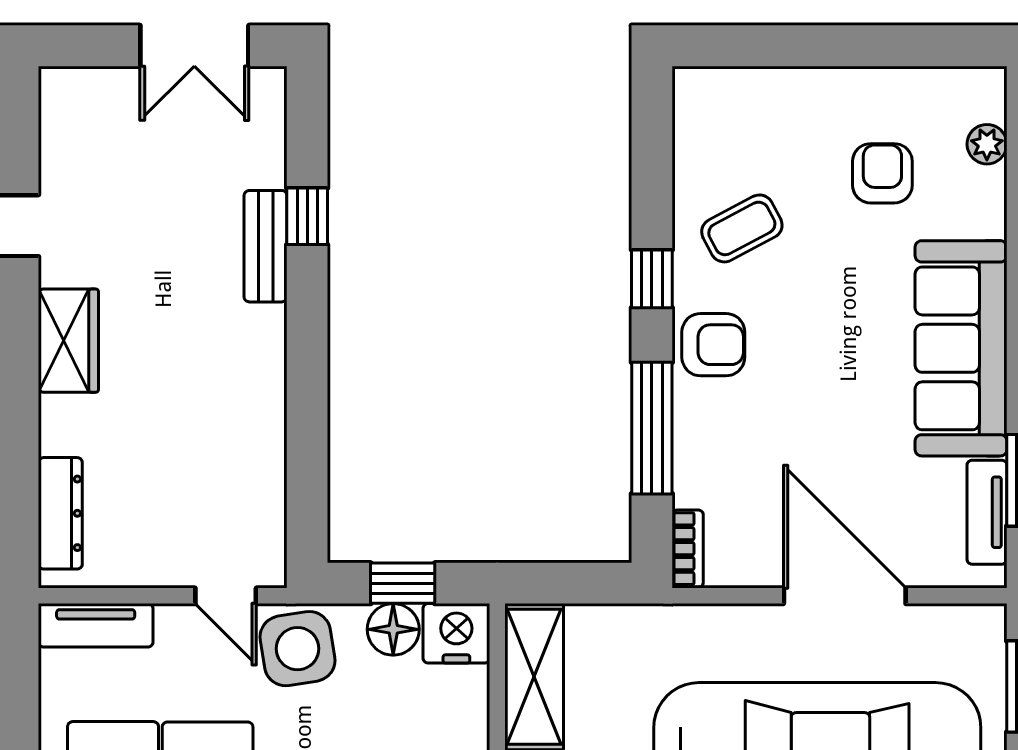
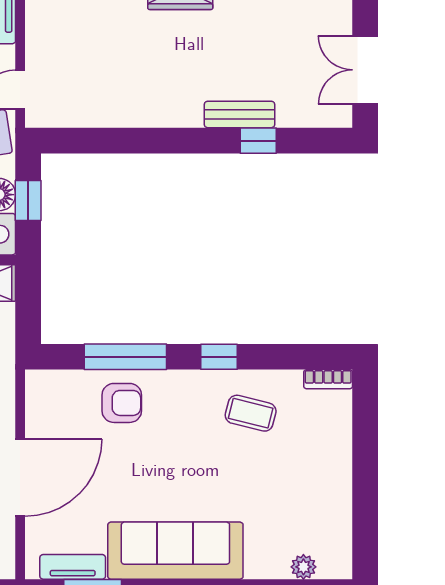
armchair: (882, 173) -> (285, 501), removed
coffee table: (742, 228) -> (251, 413), turned -48
armchair: (713, 345) -> (122, 403), moved, turned -90
bookcase: (688, 549) -> (328, 379), moved

